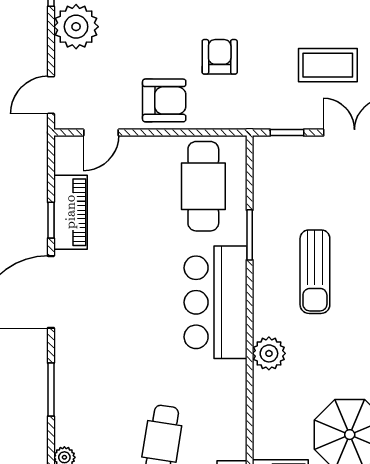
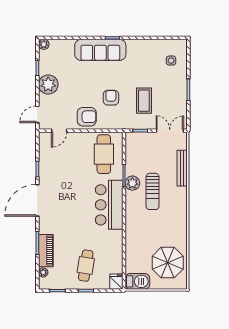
coffee table: (328, 65) -> (144, 101), moved, turned 90
piano: (70, 212) -> (46, 251), moved
plant: (269, 353) -> (132, 183), moved

